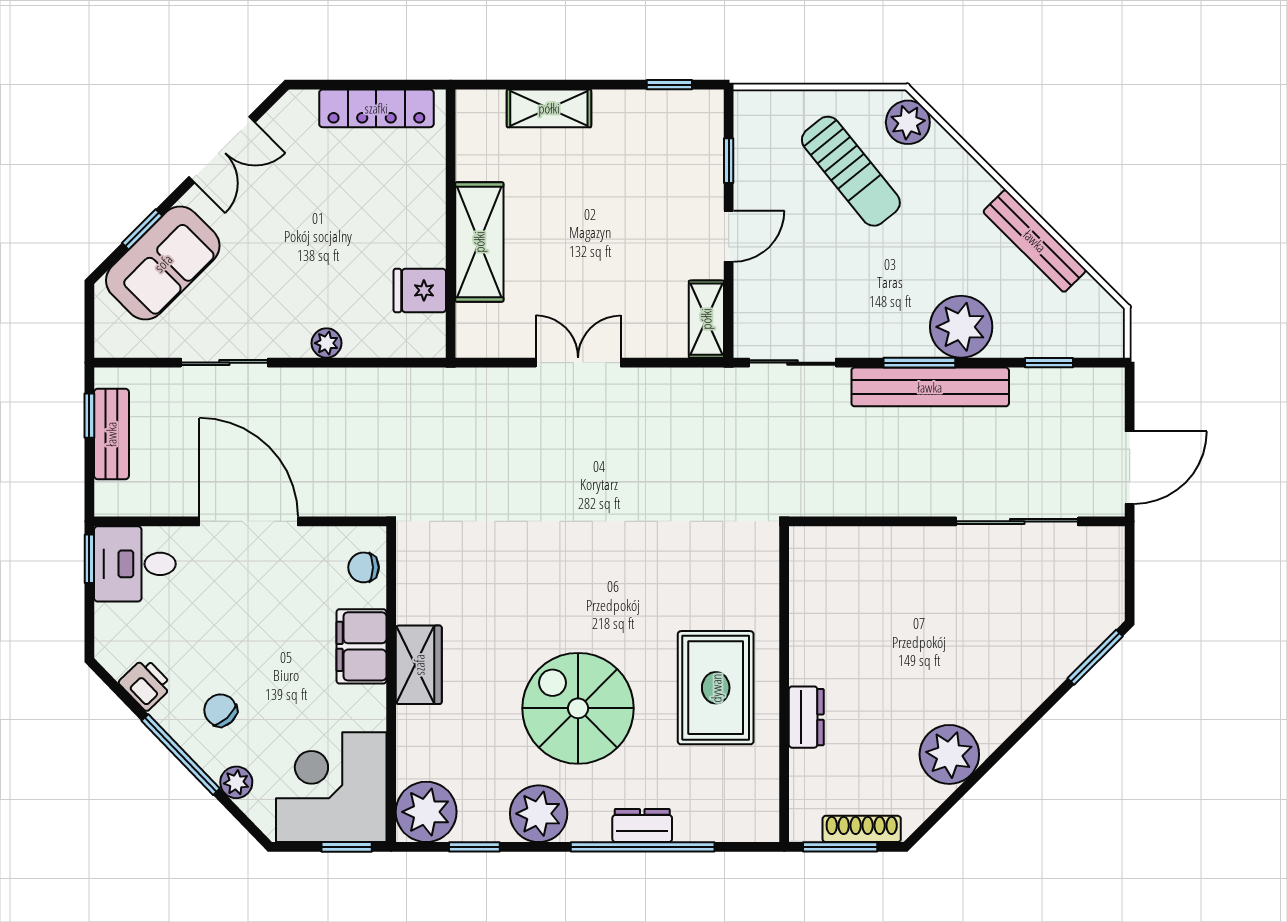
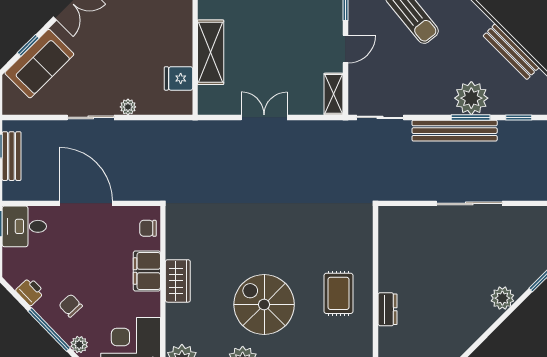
sliding door: (224, 363) -> (91, 117), moved
window: (919, 363) -> (471, 117), moved
sliding door: (1017, 521) -> (469, 203), moved
rug: (716, 688) -> (338, 293), width x0.73, depth x0.70
plant: (949, 754) -> (502, 298), moved, width x0.73, depth x0.73

